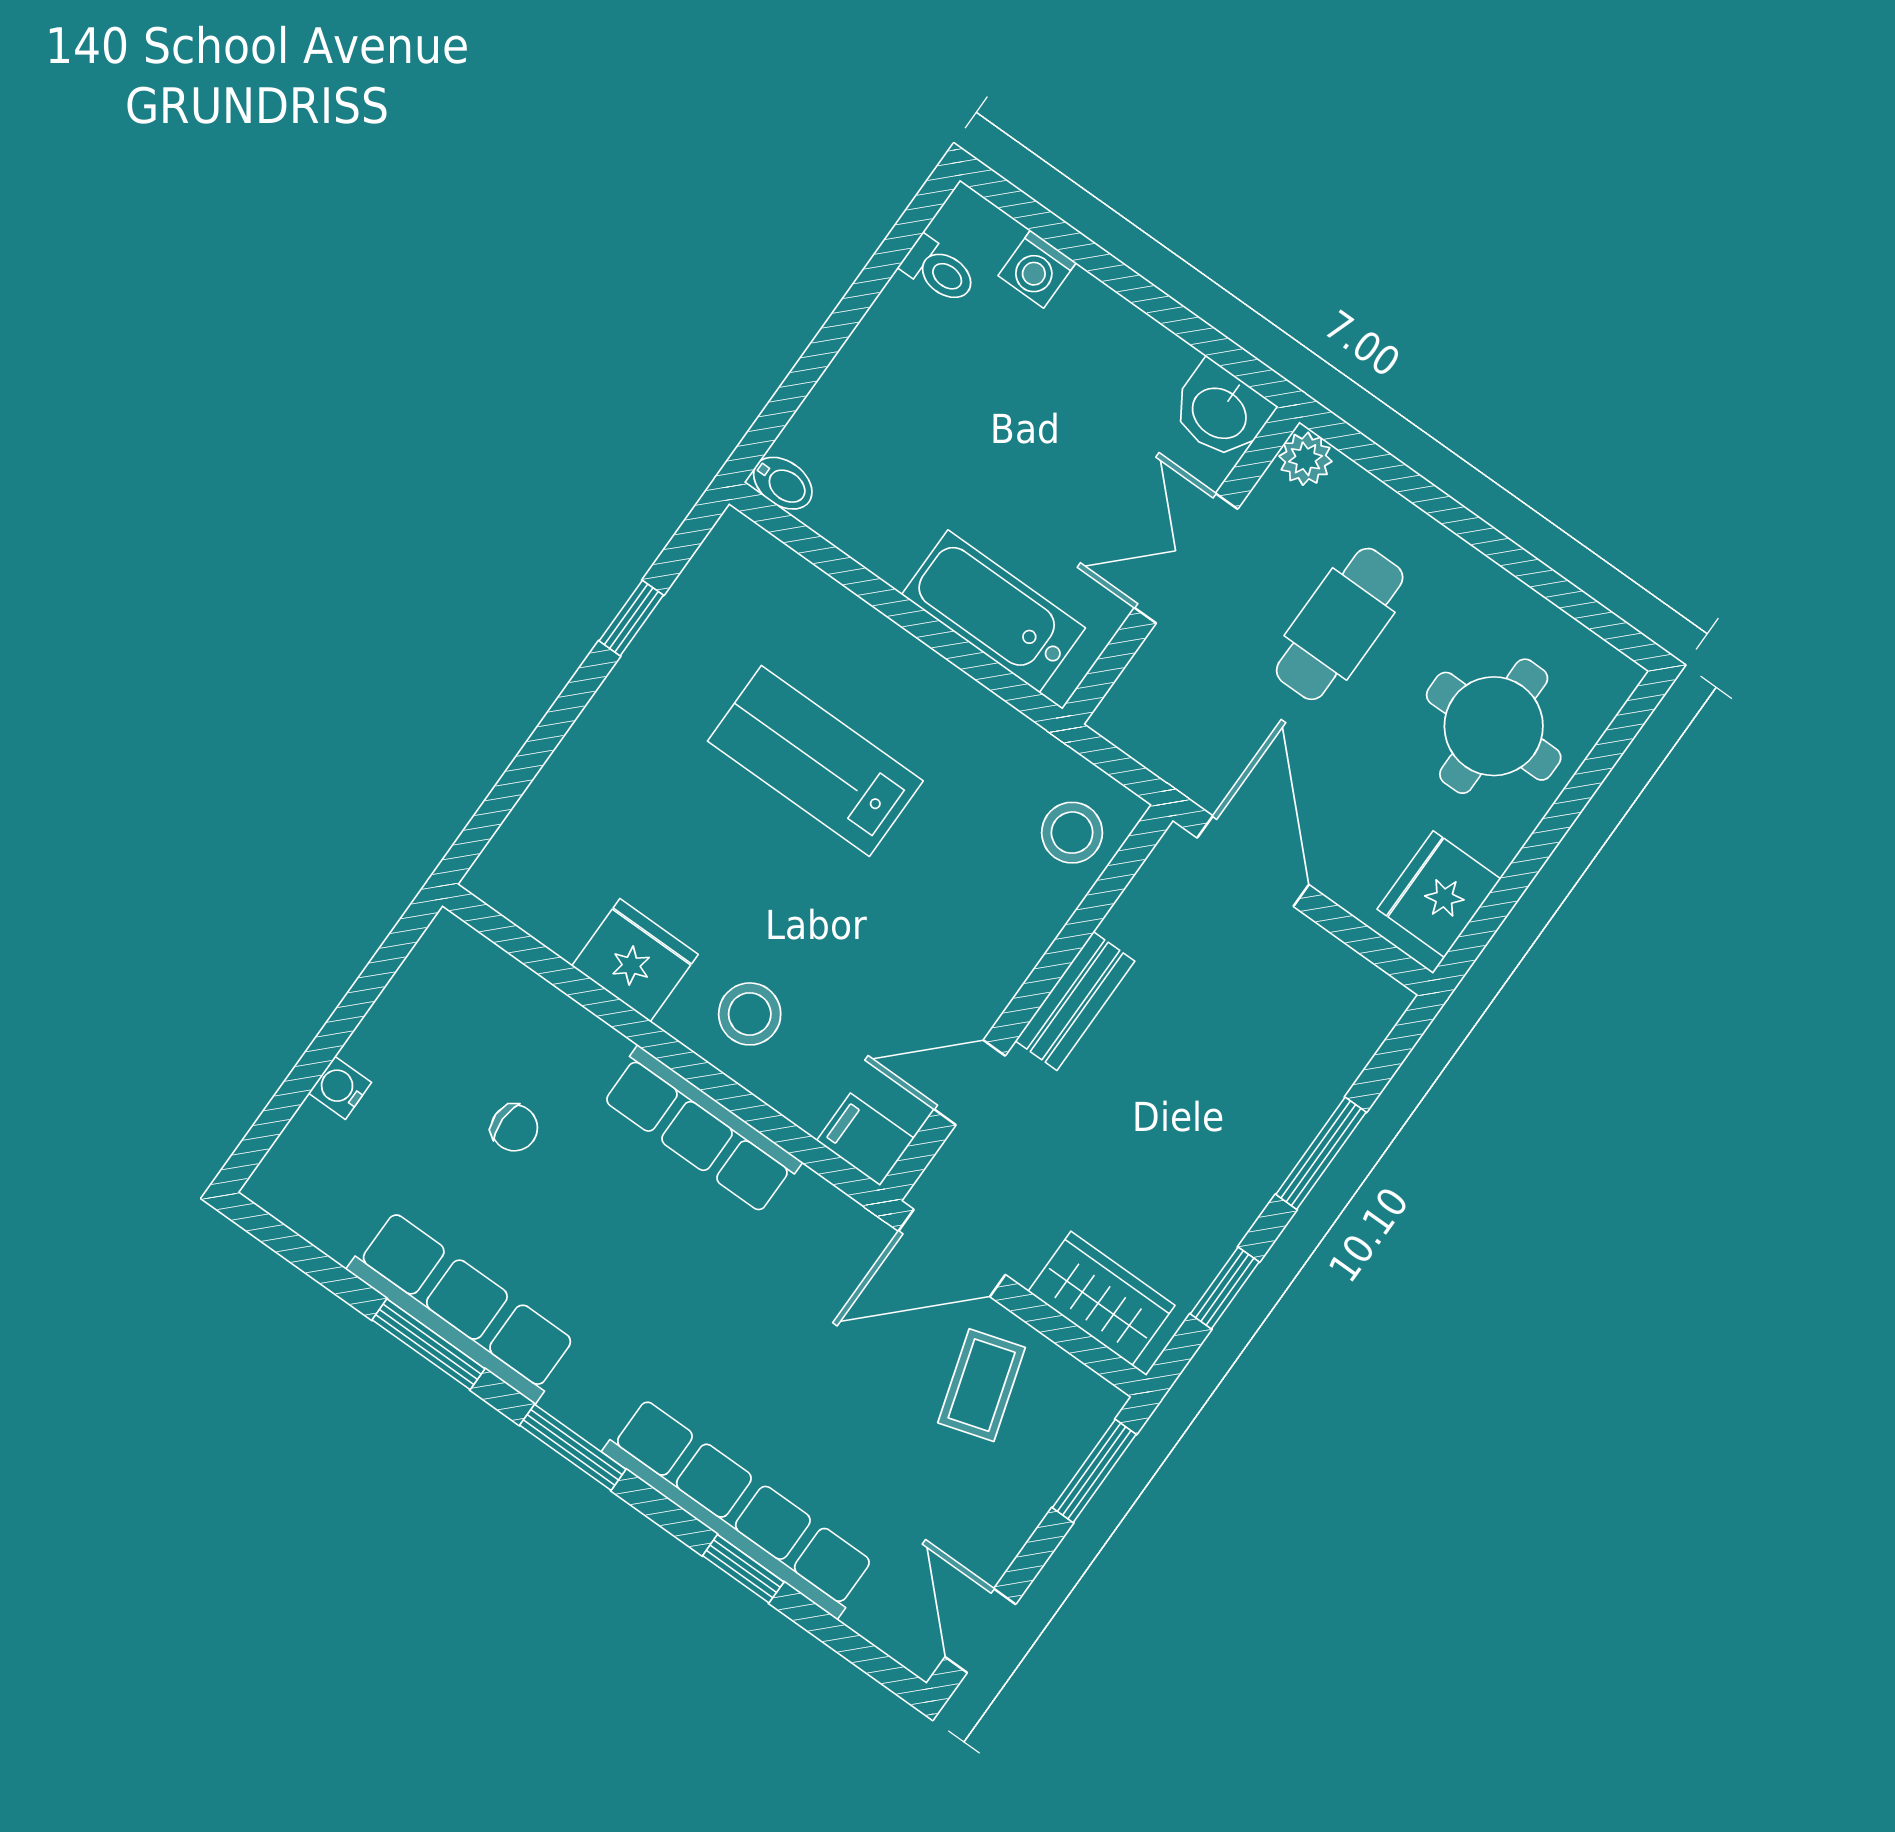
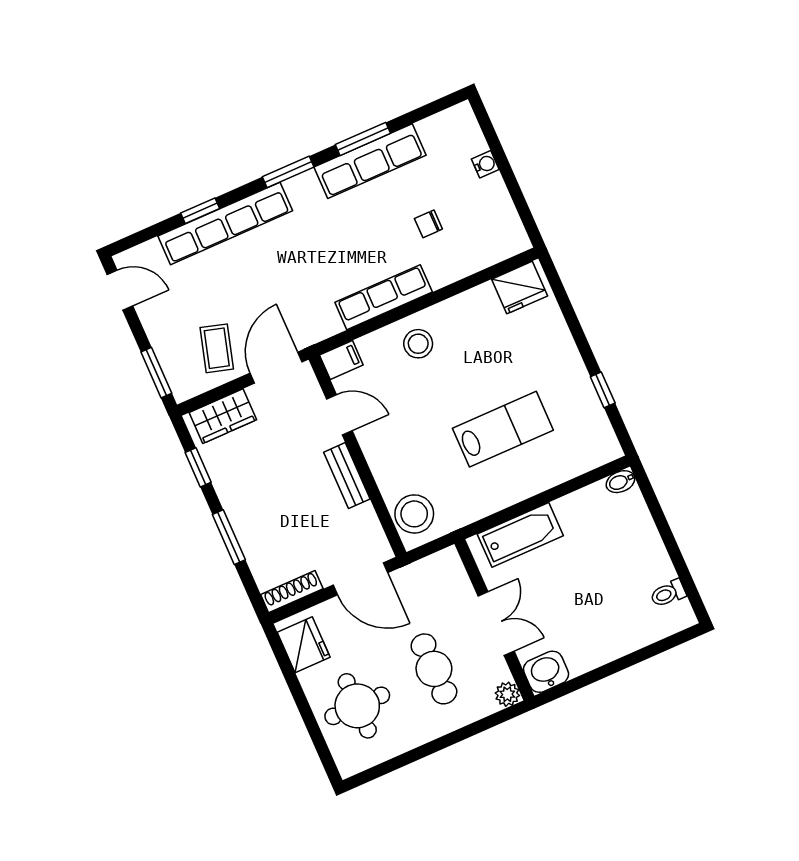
washing machine: (1037, 269) -> (645, 633), removed
stool: (1072, 833) -> (414, 514), width x1.38, depth x1.38
fridge: (635, 960) -> (520, 288), moved
shoe rack: (1353, 975) -> (292, 592), added
door: (970, 1082) -> (339, 415), hinge flipped
coffee table: (982, 1385) -> (217, 348), turned 33

